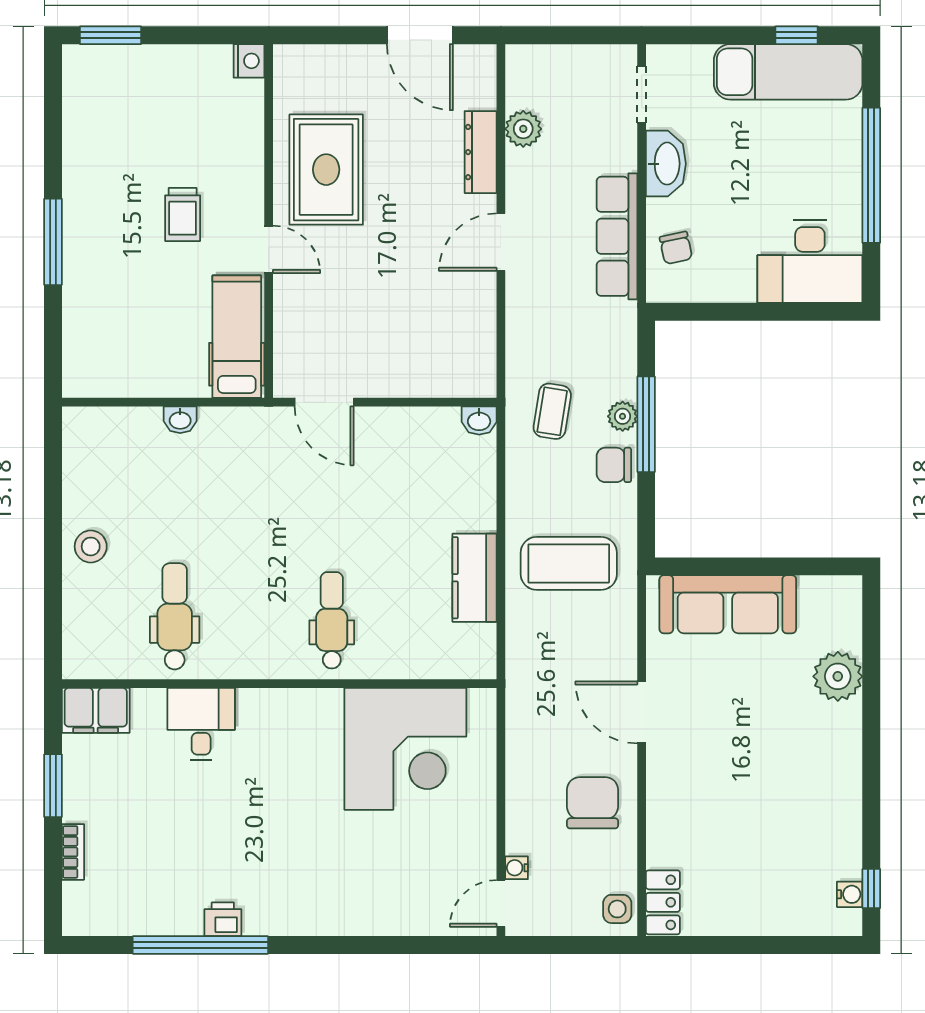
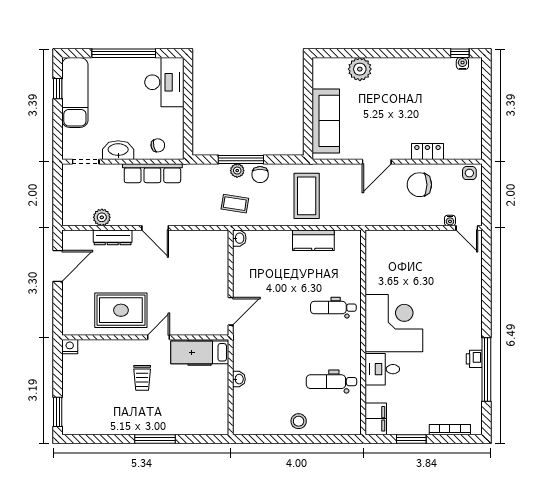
trolley: (183, 214) -> (142, 378), turned 90
corner desk: (405, 749) -> (394, 323), moved
bookcase: (73, 852) -> (450, 430), width x1.56
locker: (663, 902) -> (427, 152), moved

